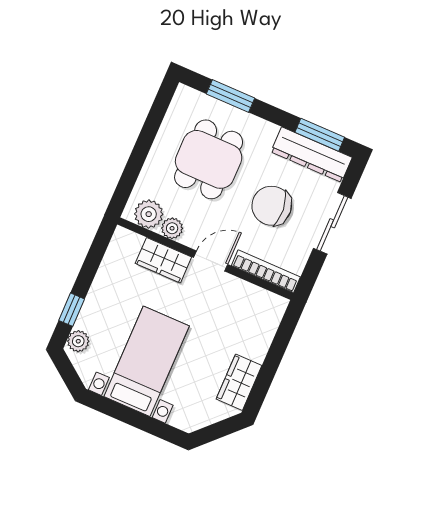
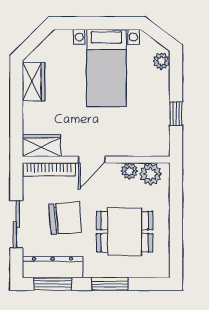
window: (230, 96) -> (110, 284), moved
dining table: (209, 159) -> (125, 232), turned 90
wardrobe: (163, 260) -> (42, 145), moved
window: (72, 310) -> (176, 114), moved

